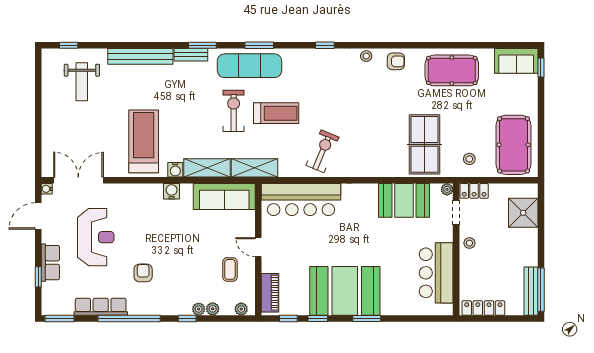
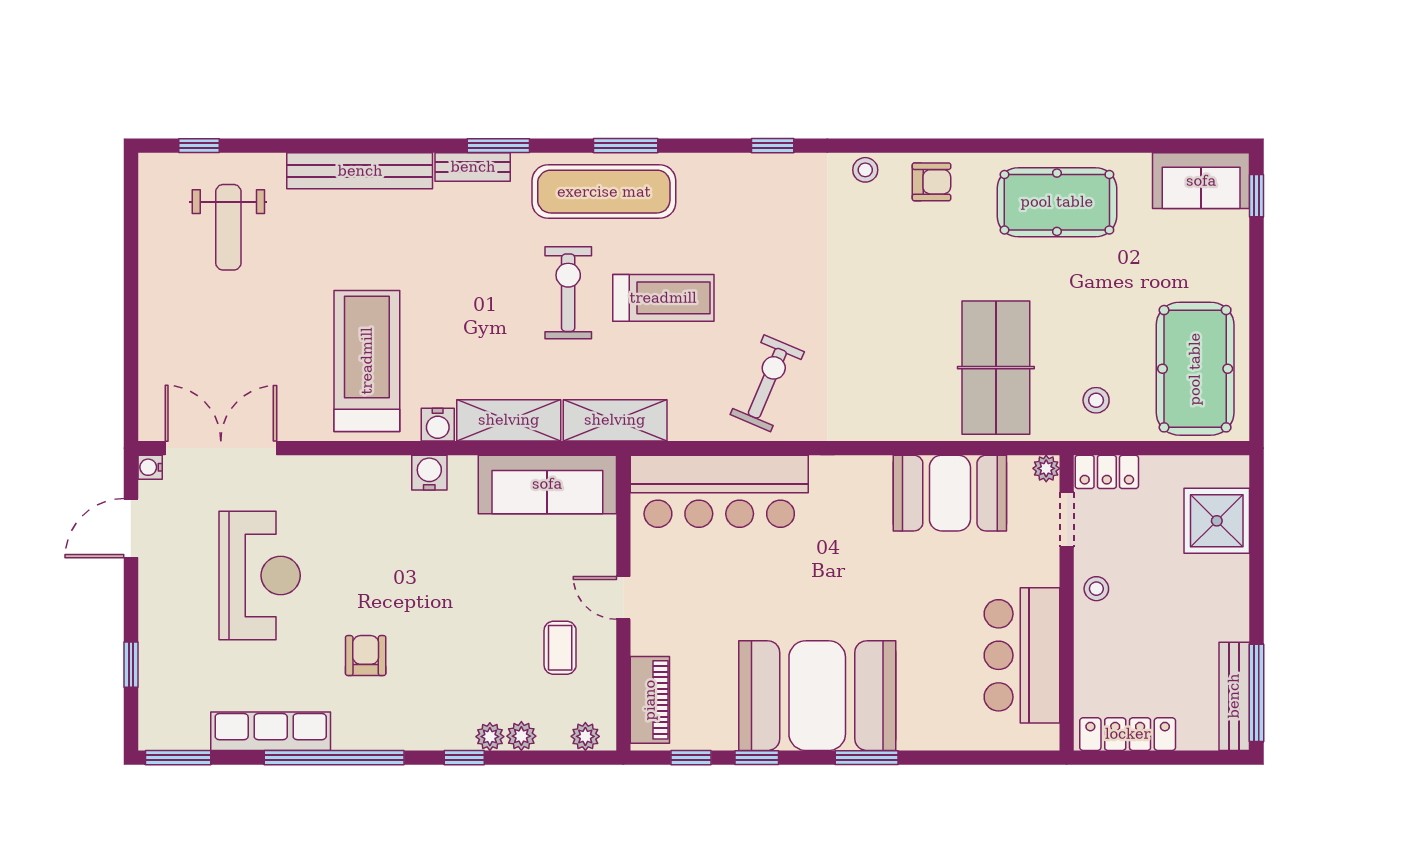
row of seats: (50, 263) -> (158, 632), removed

